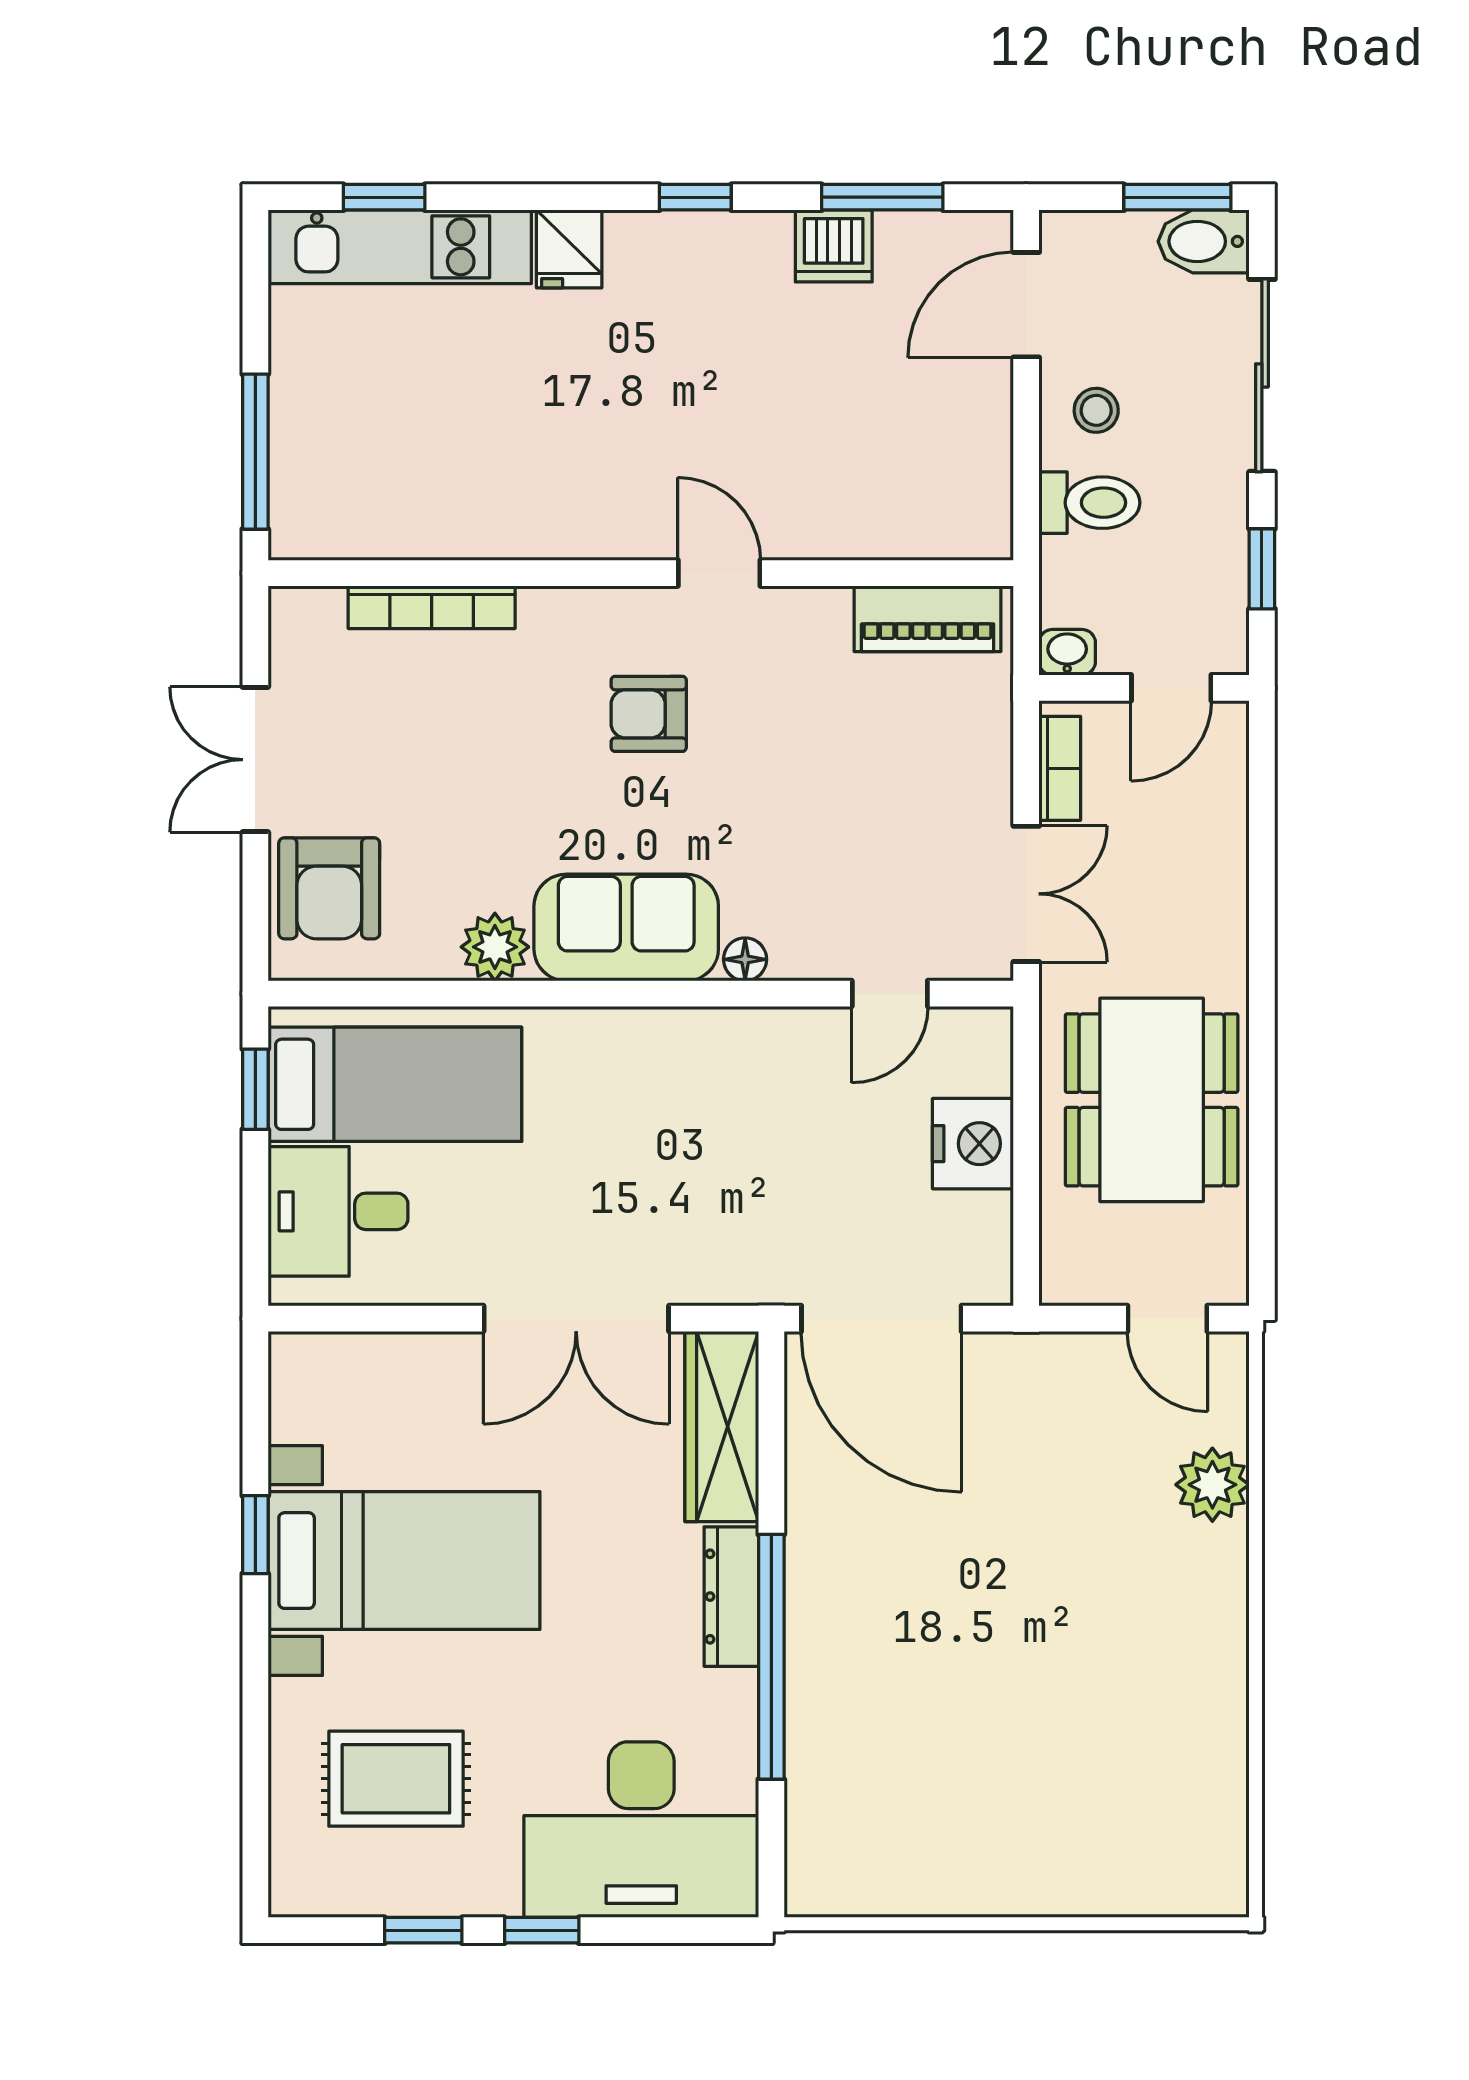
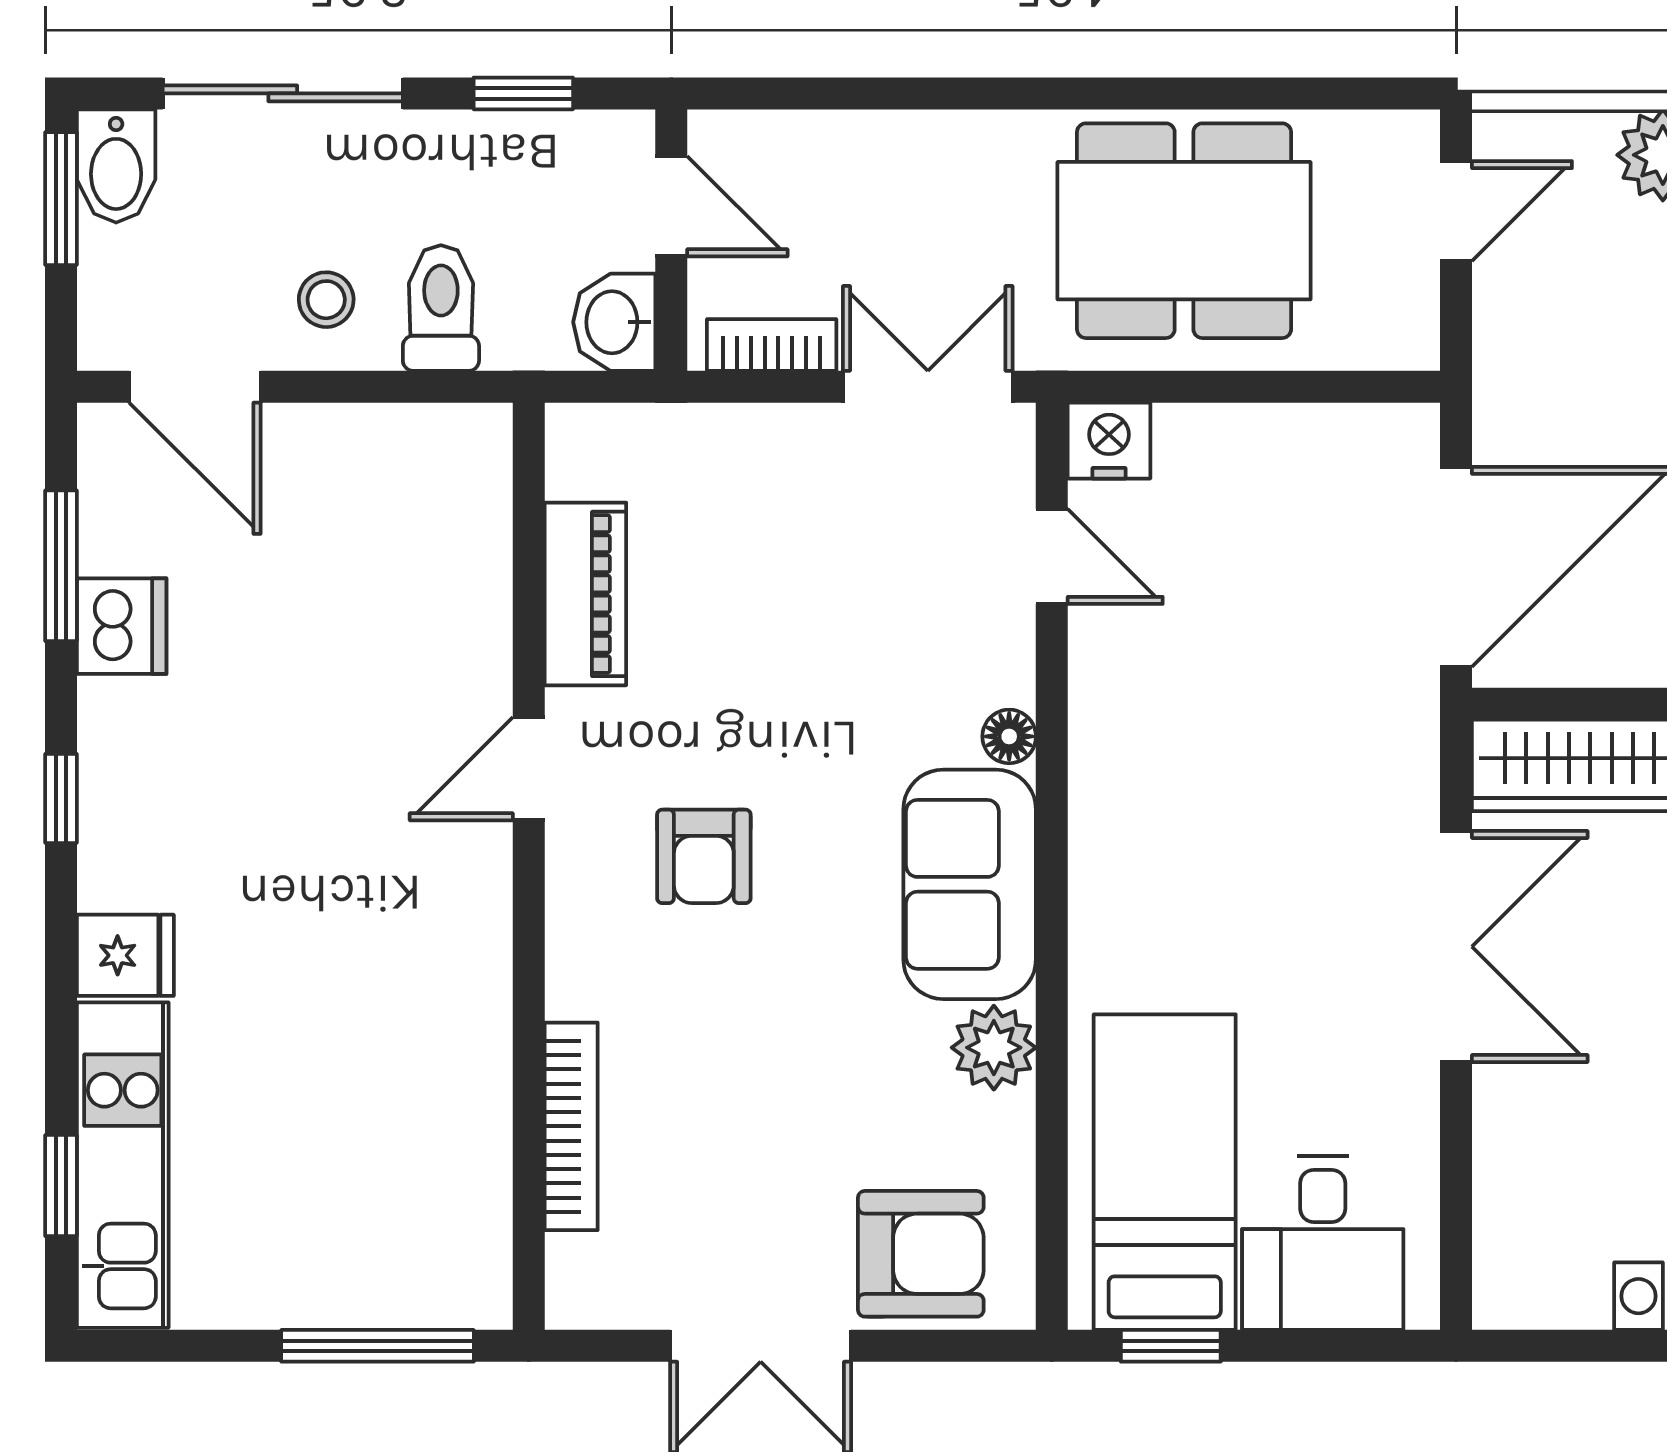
piano: (928, 619) -> (585, 594), moved
washbasin: (1067, 652) -> (614, 322), width x1.38, depth x1.45
nightstand: (973, 1144) -> (1109, 441), moved, width x0.74, depth x0.75

